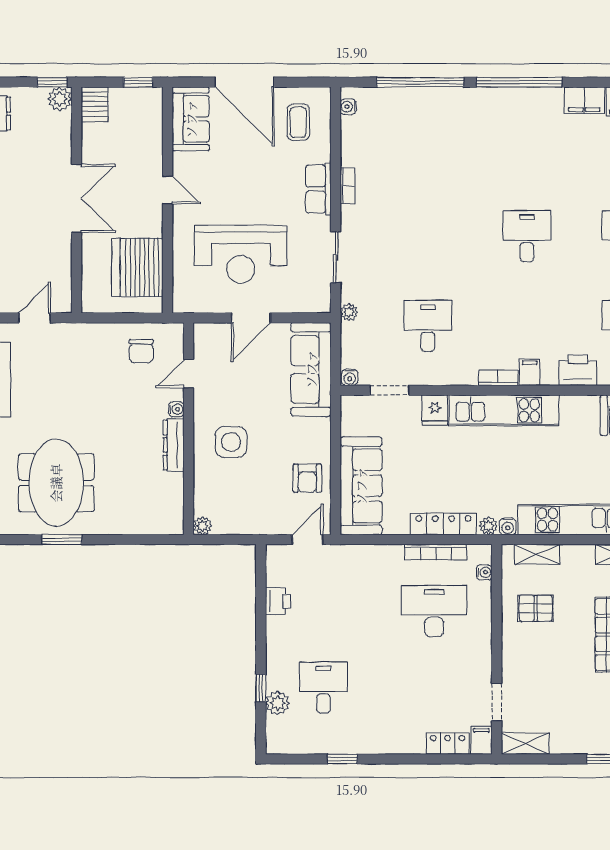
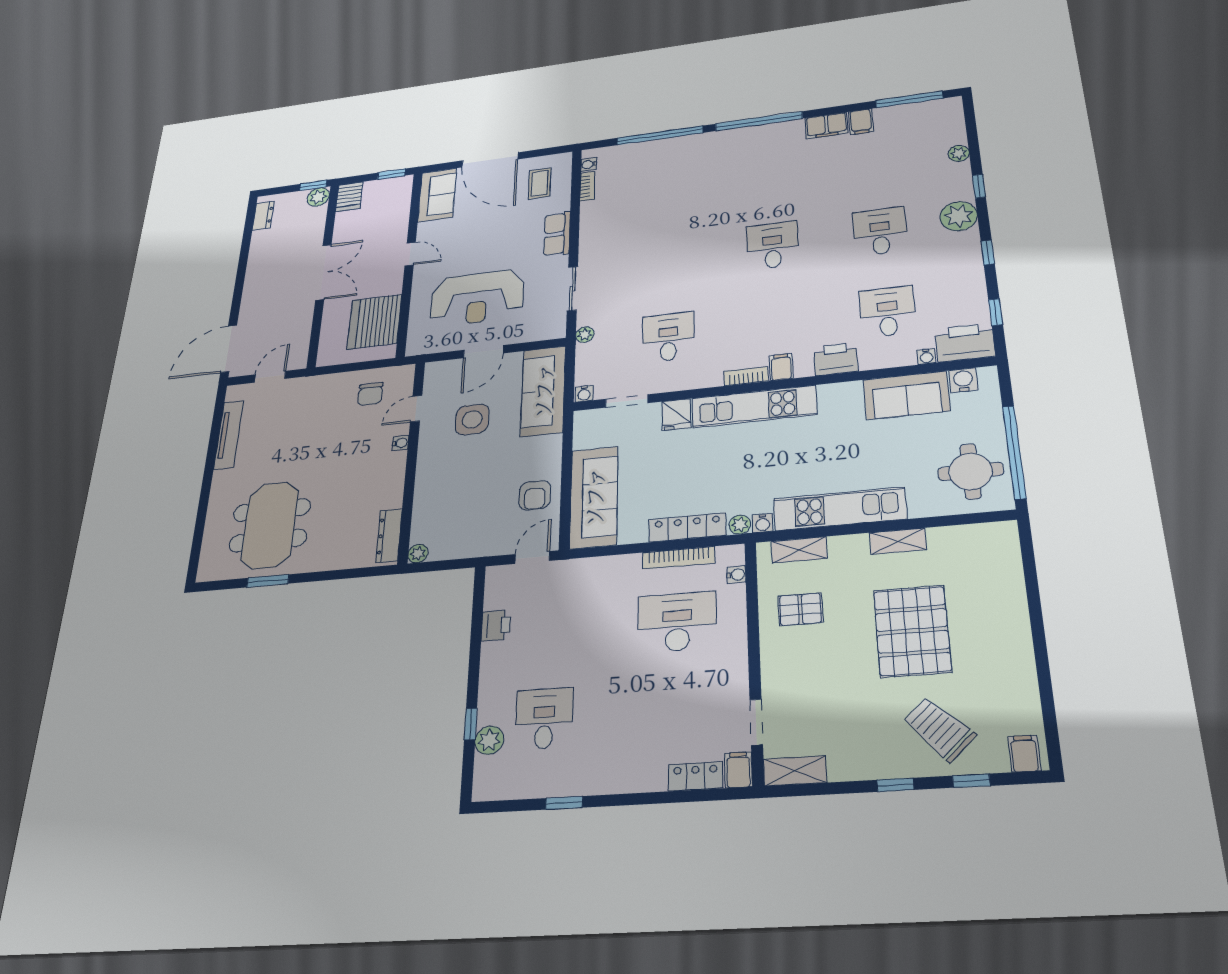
bookcase: (347, 186) -> (587, 186), moved
side table: (231, 442) -> (472, 419), moved
dresser: (174, 445) -> (389, 536), moved

